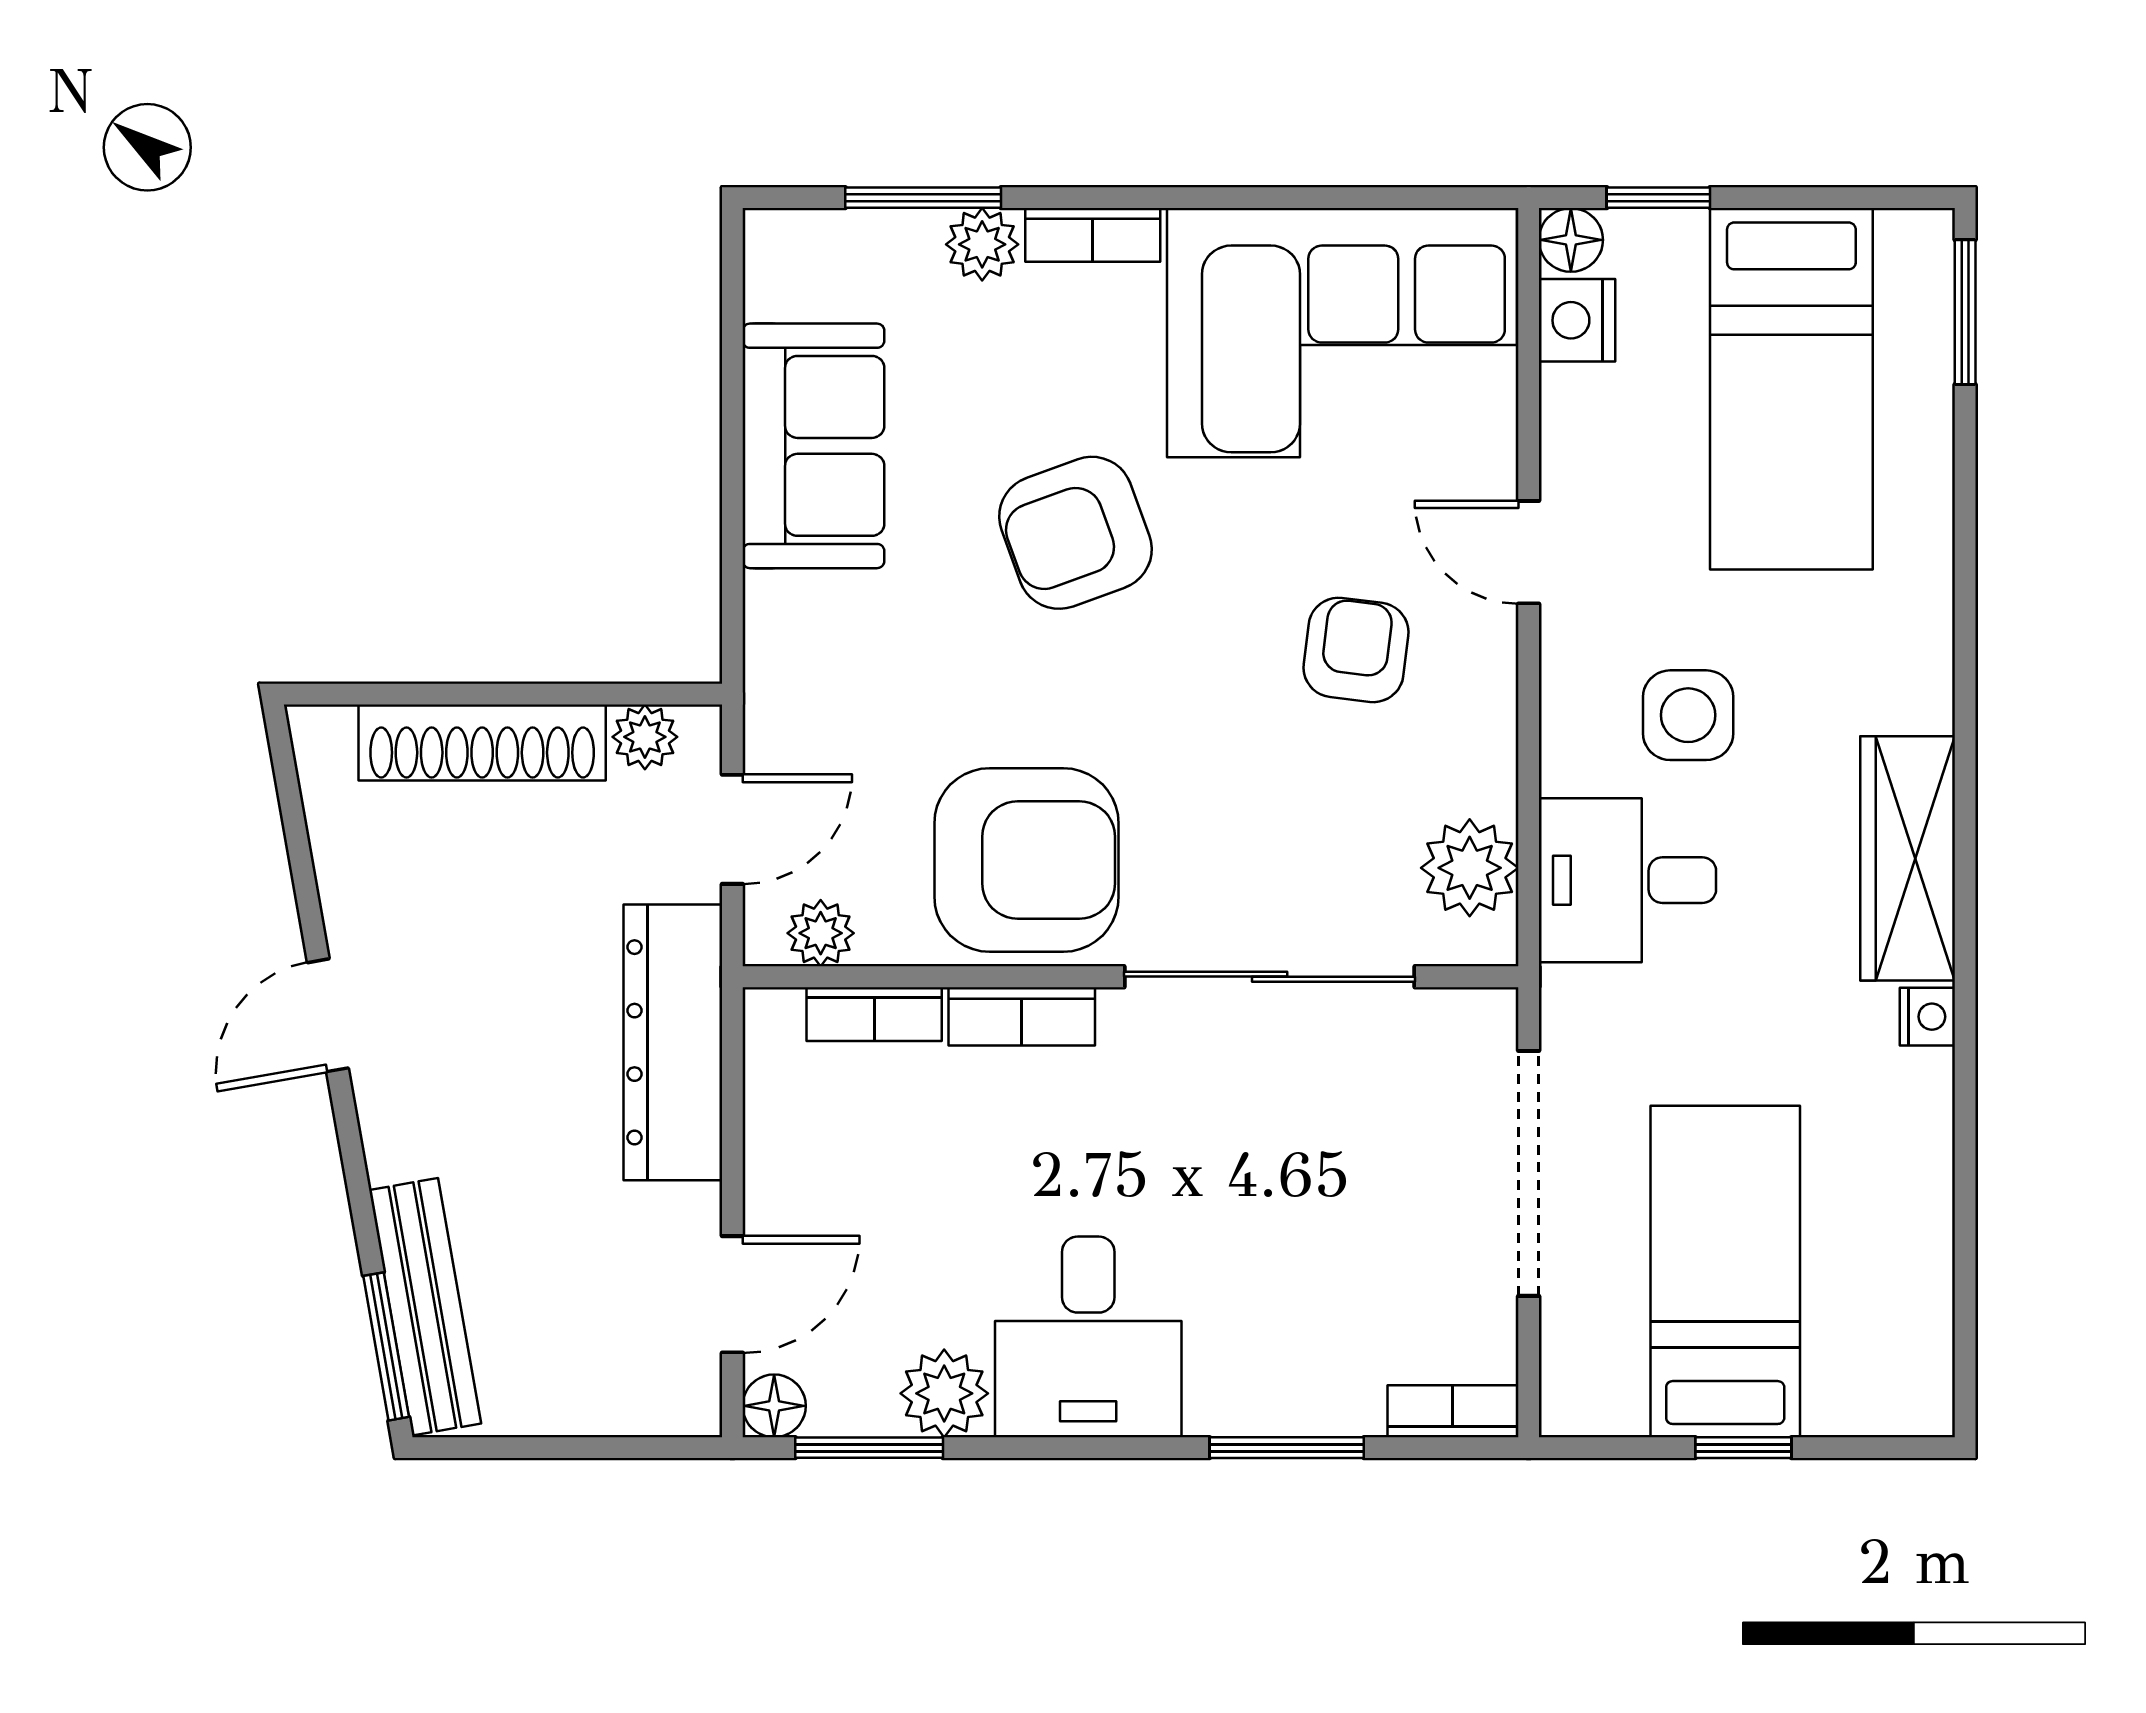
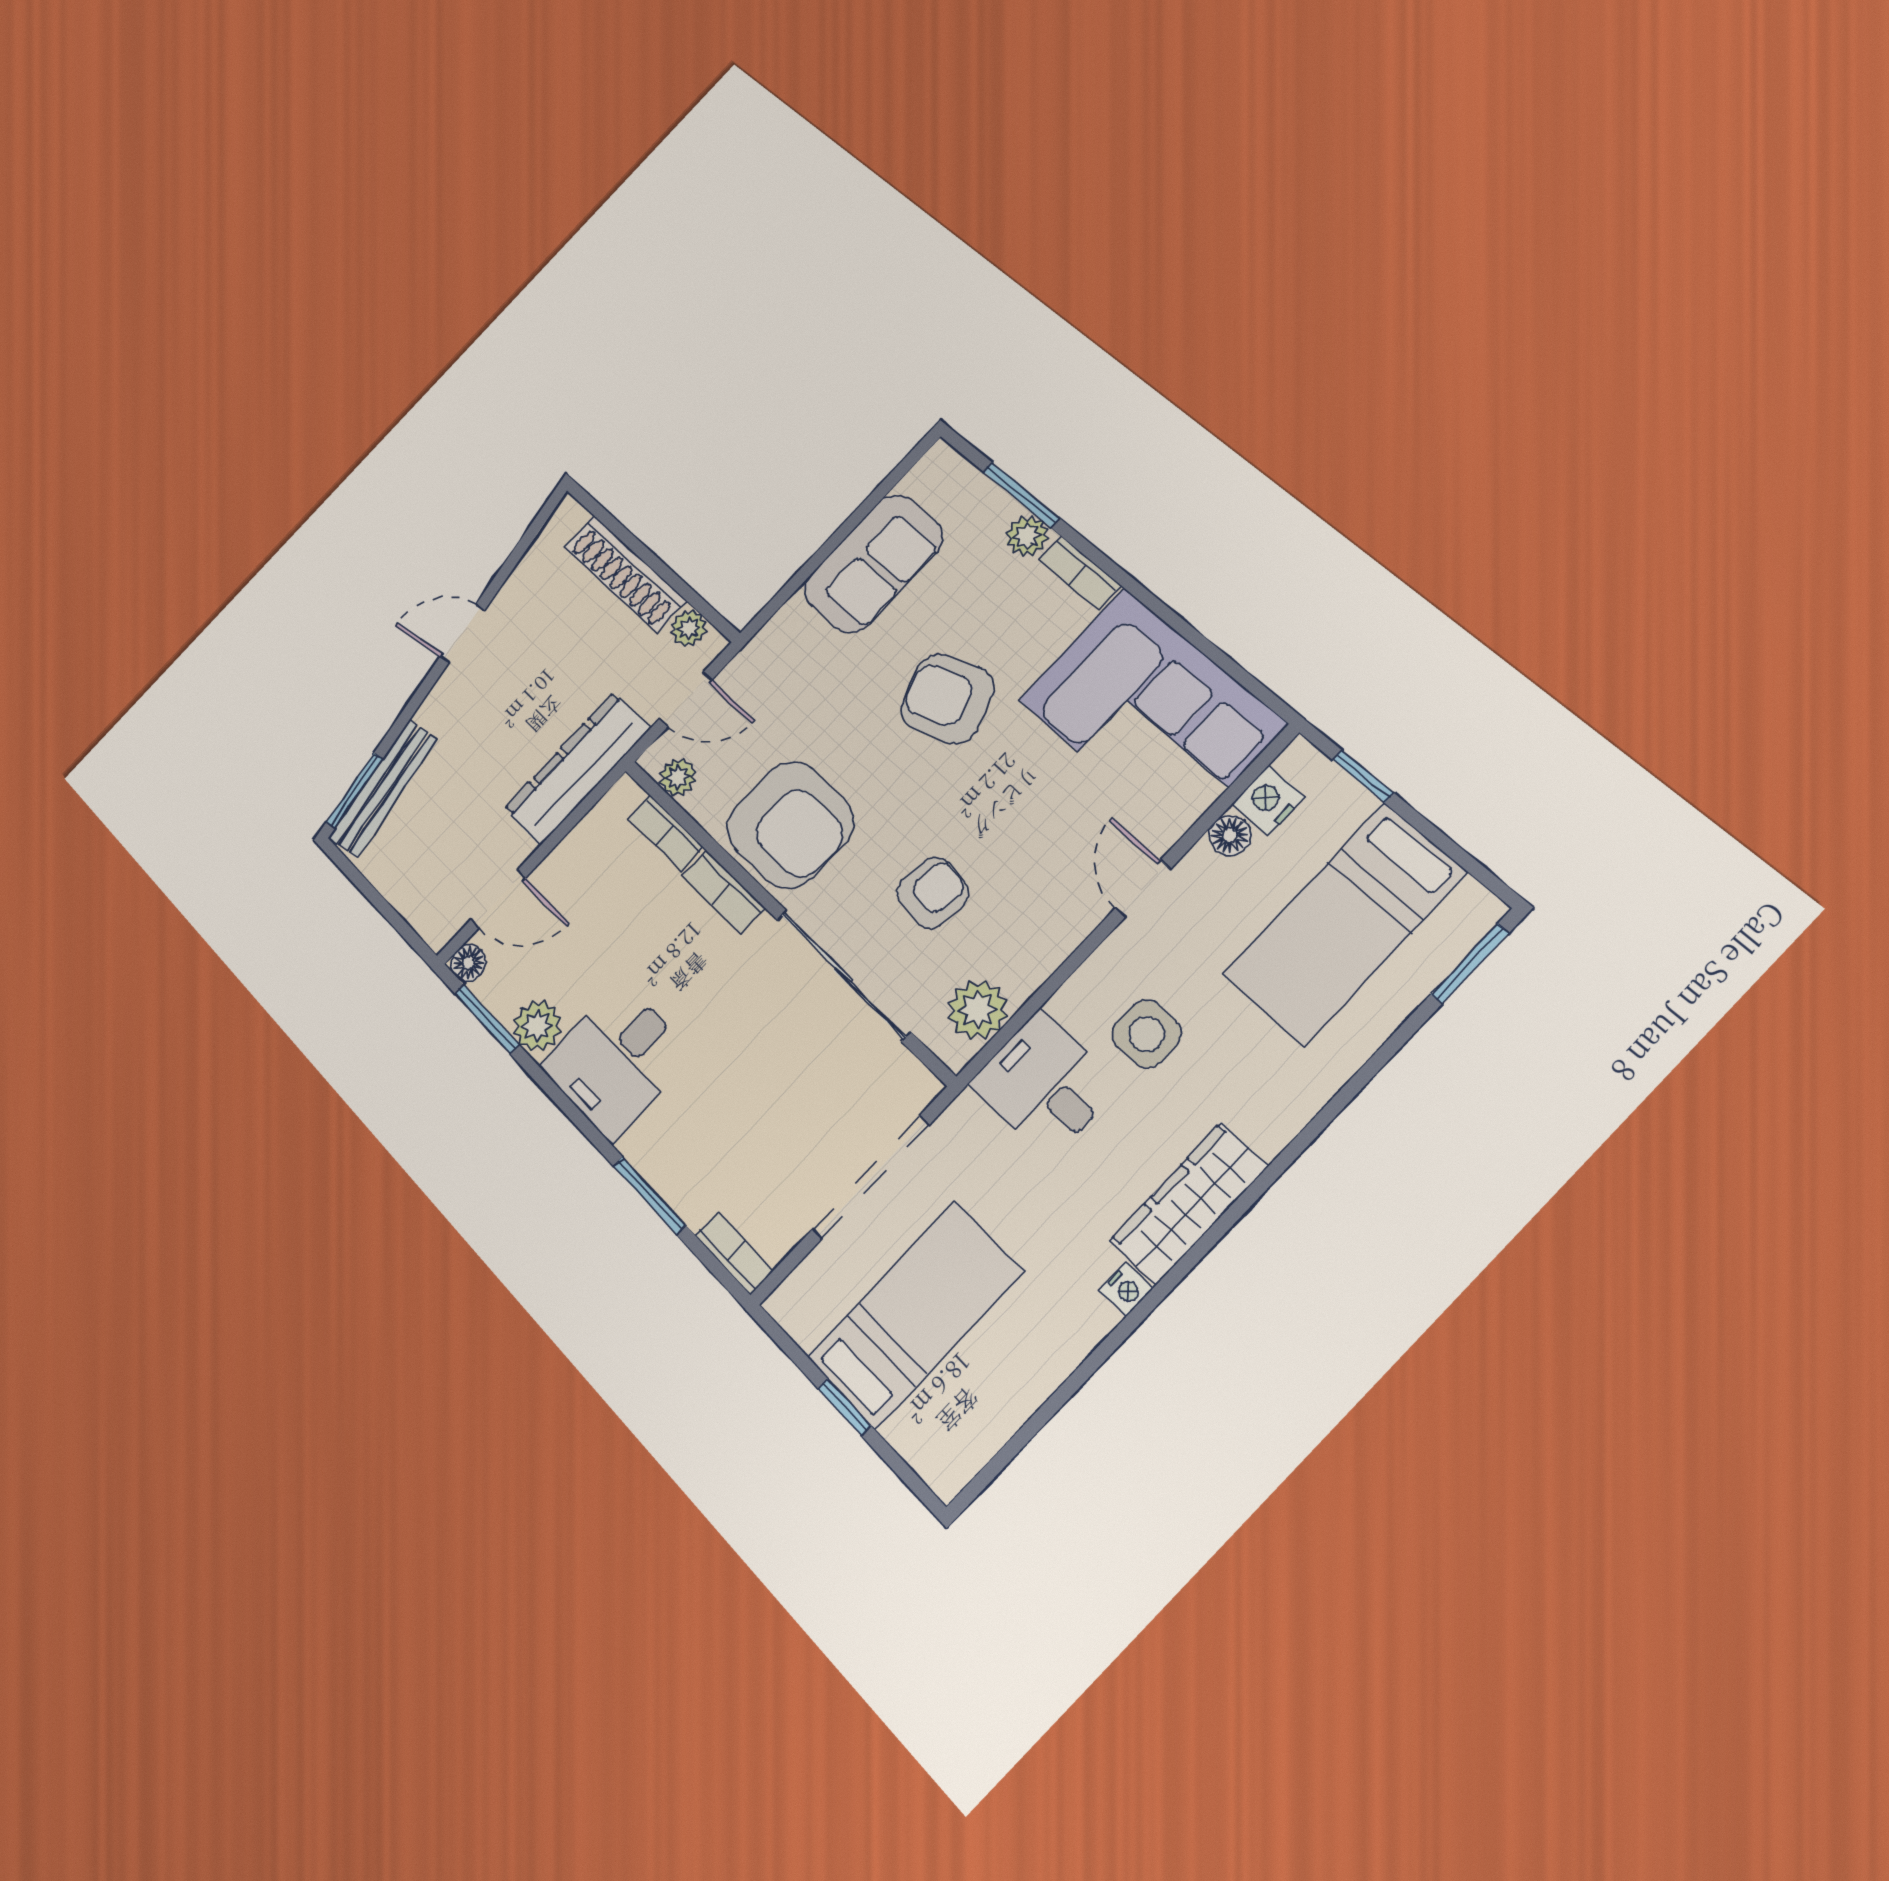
floor lamp: (1571, 240) -> (1230, 835), moved
armchair: (1356, 650) -> (933, 893), moved

